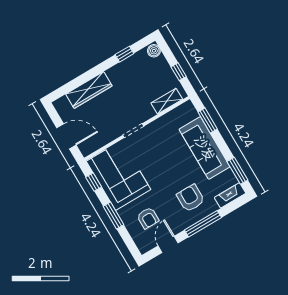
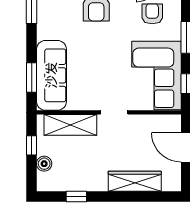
boiler: (154, 51) -> (44, 164), moved
shelving: (167, 101) -> (70, 125), width x1.50, depth x1.33
sofa: (205, 148) -> (51, 75), moved

